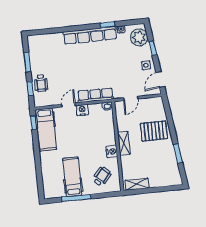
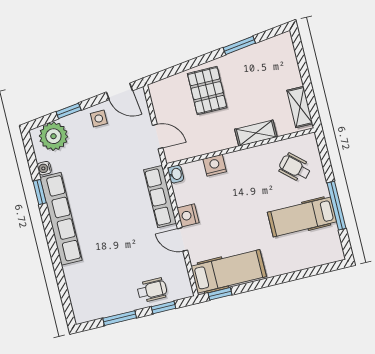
shelving: (124, 143) -> (256, 133), moved
nightstand: (112, 151) -> (215, 165), moved

